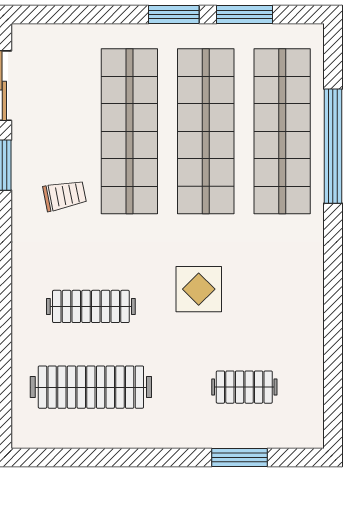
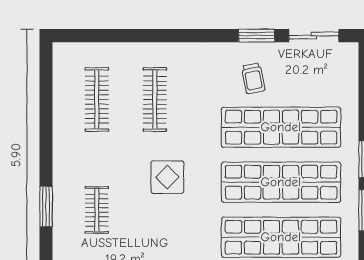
trolley: (65, 195) -> (253, 78), moved
clothes rail: (91, 387) -> (97, 99), width x0.73, depth x0.76

